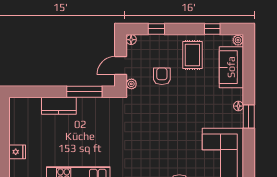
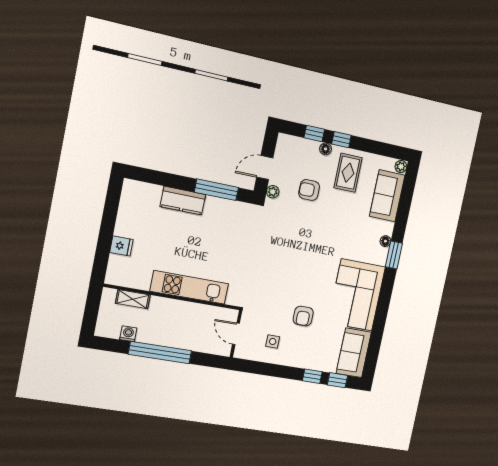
window: (212, 29) -> (341, 140), moved
floor lamp: (131, 40) -> (326, 149), moved
armchair: (162, 76) -> (309, 190), turned -90

